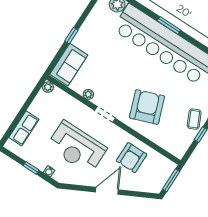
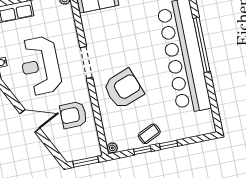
window: (169, 25) -> (202, 45), width x2.11
plant: (88, 94) -> (112, 148), moved
doorway: (105, 114) -> (86, 62), width x1.38

